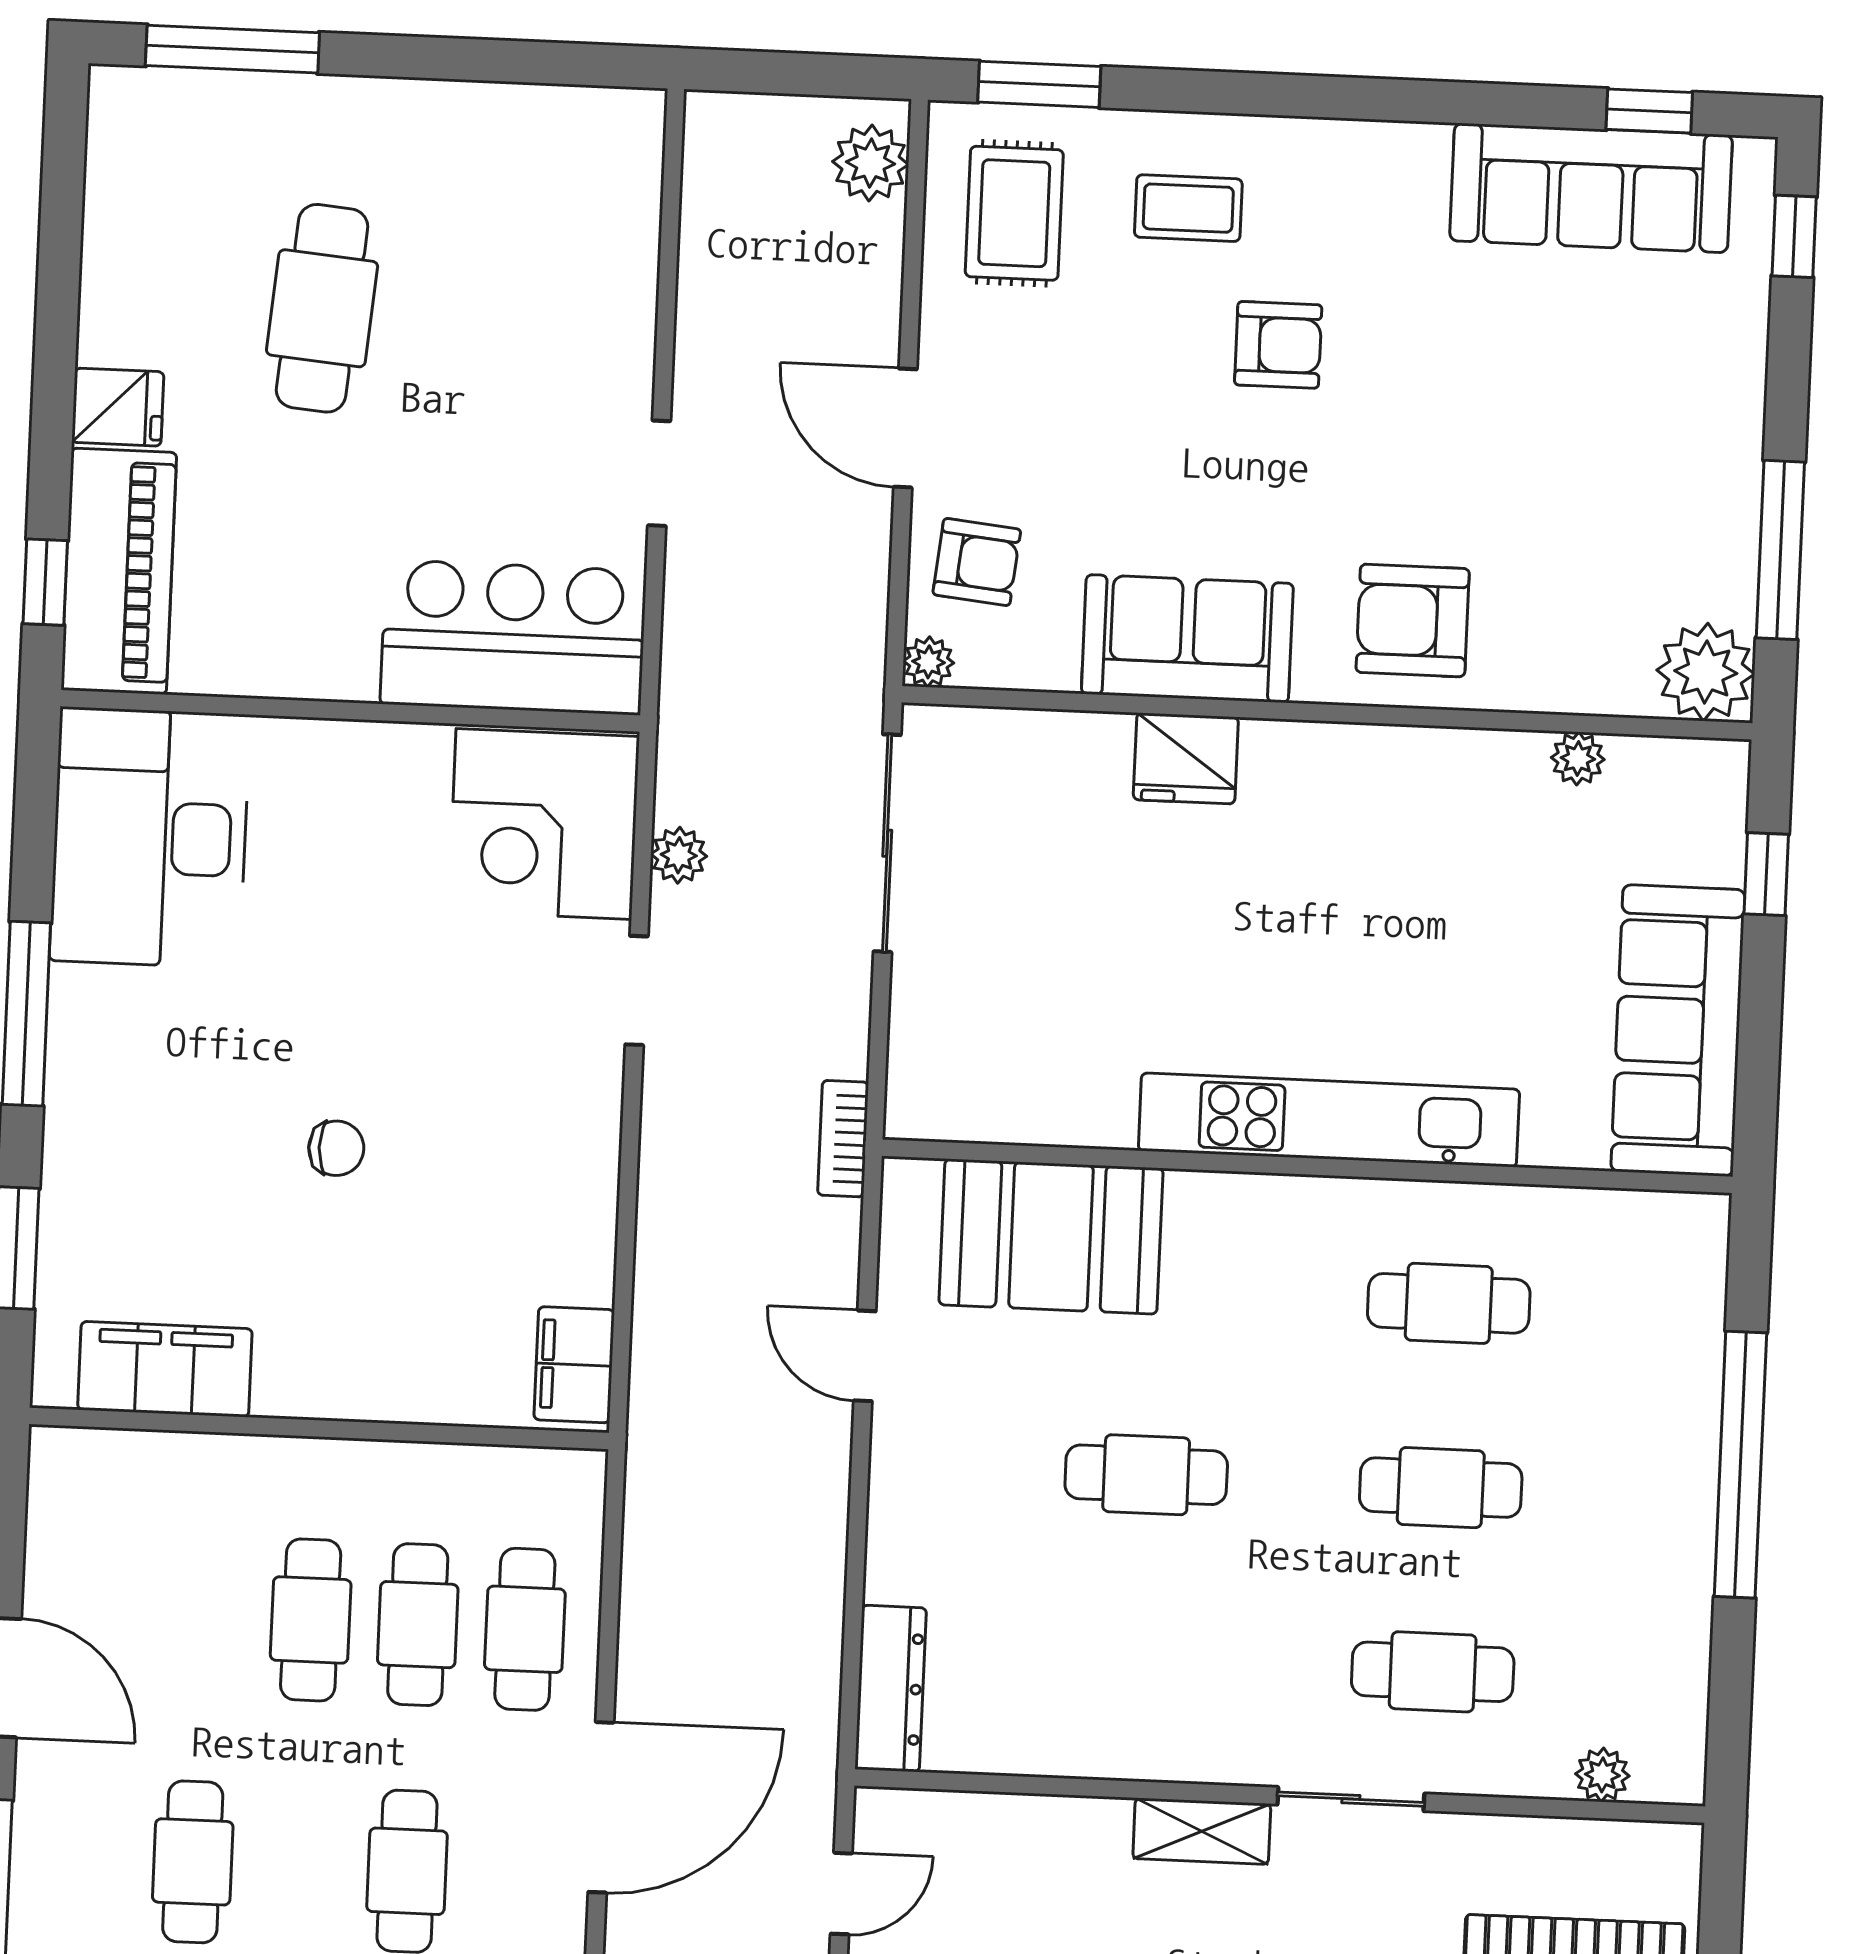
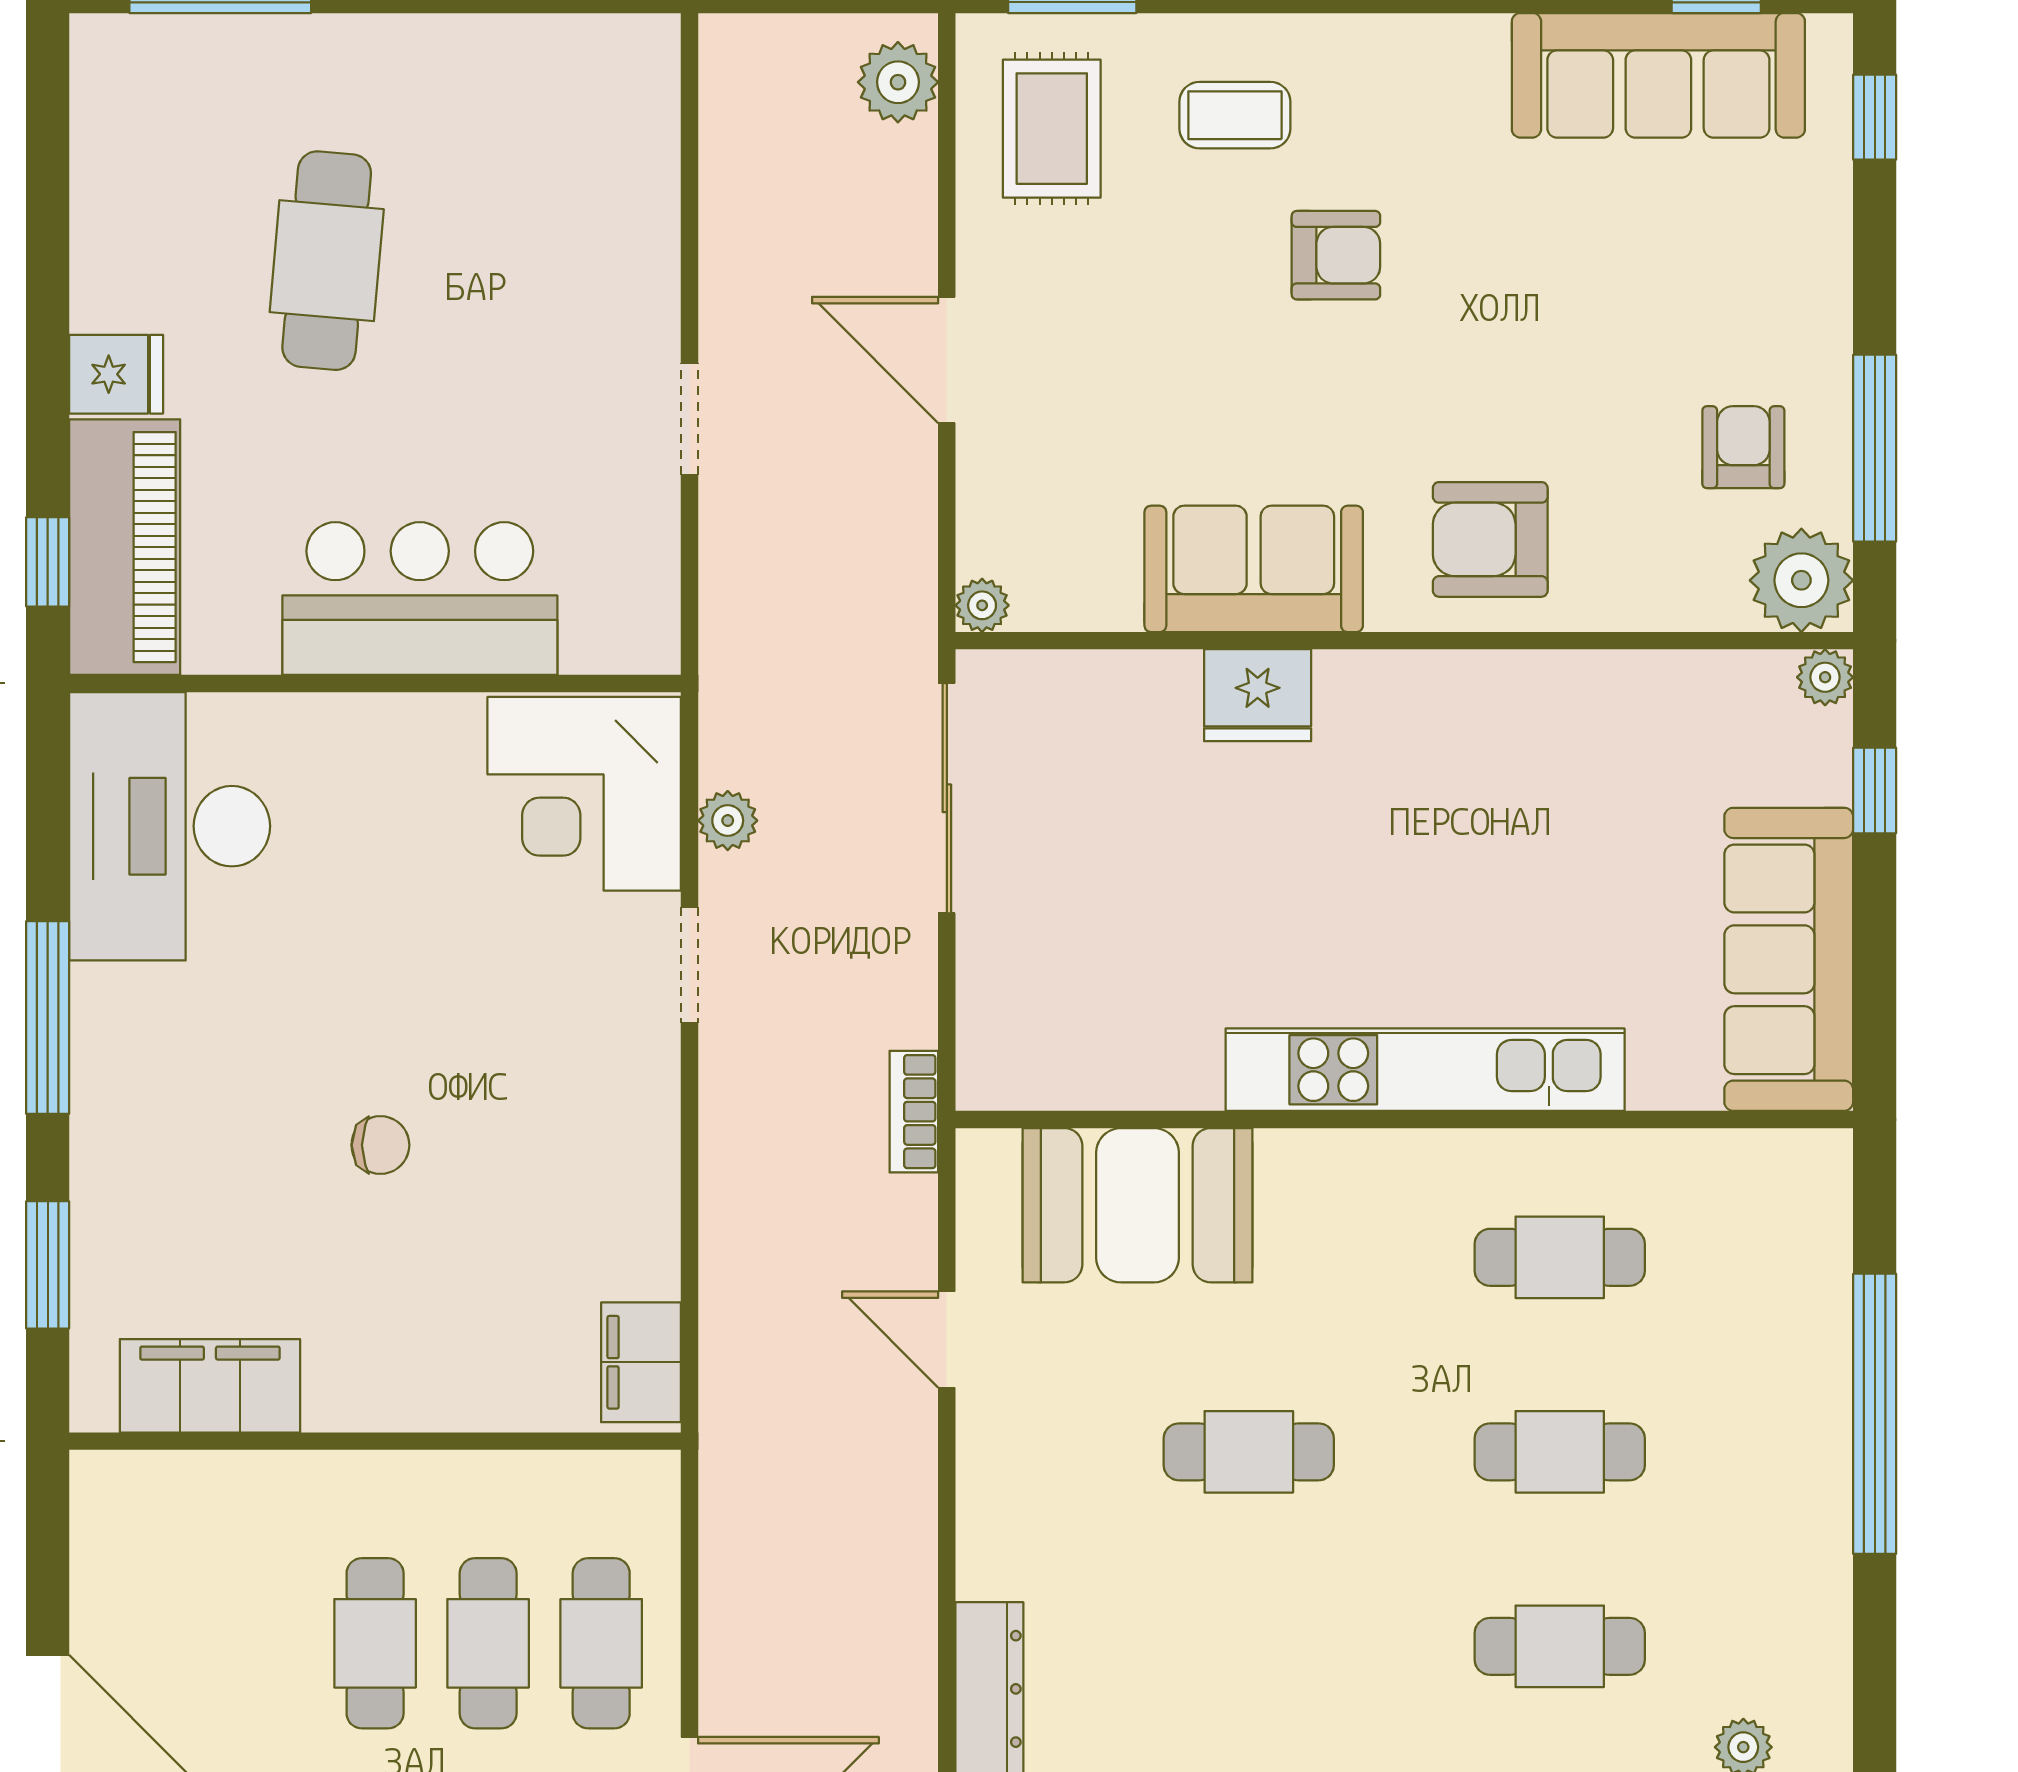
armchair: (977, 562) -> (1743, 447), moved, turned -96
bar counter: (513, 637) -> (420, 599), moved
plant: (1578, 758) -> (1825, 677), moved

